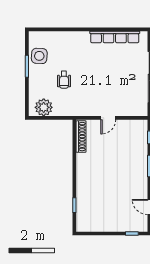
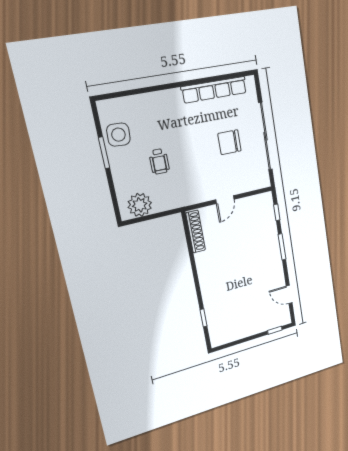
chair: (120, 76) -> (229, 142), added

